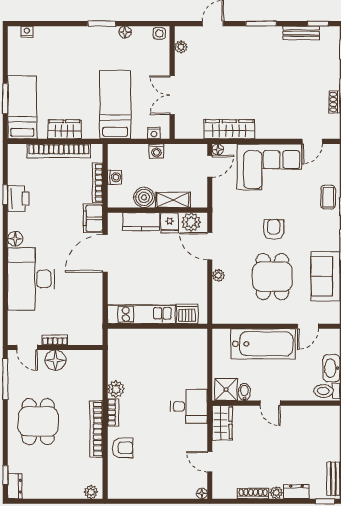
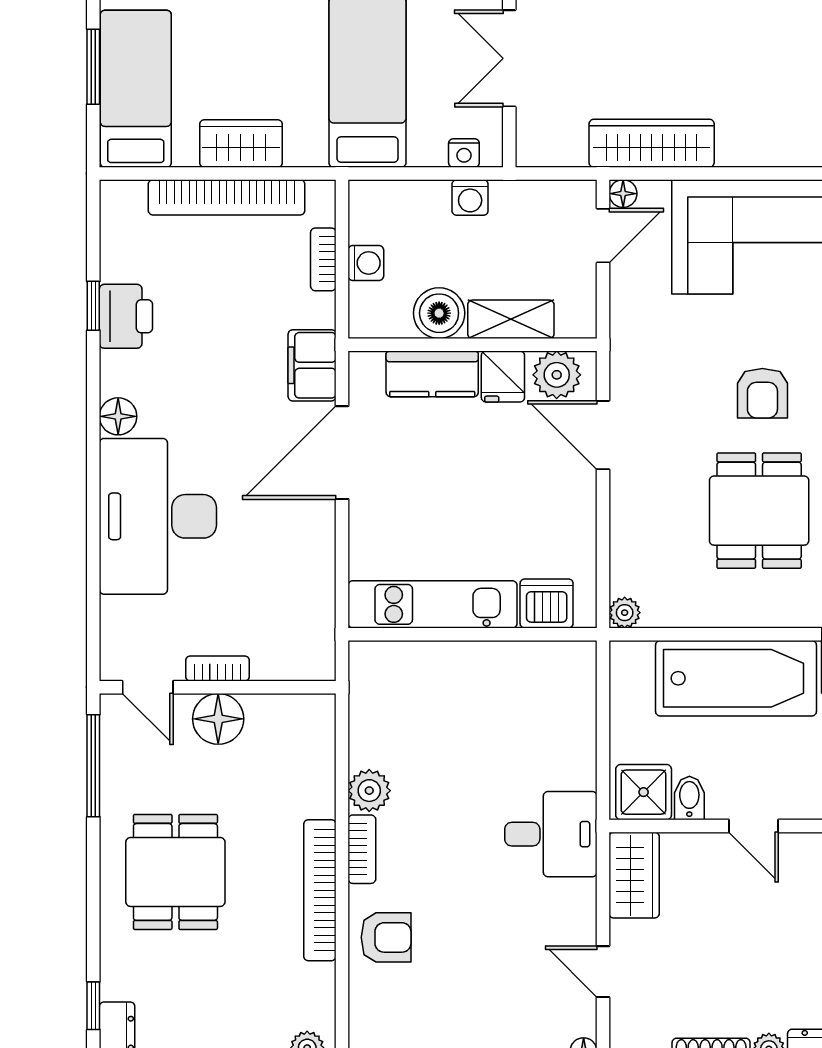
bookcase: (98, 183) -> (323, 259), width x0.64
armchair: (274, 229) -> (762, 393), turned 180
plant: (218, 275) -> (625, 613), moved

